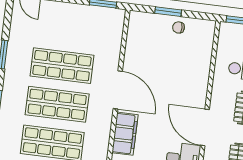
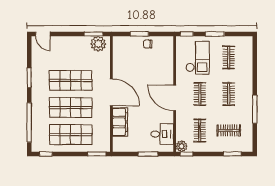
plant: (108, 18) -> (98, 44), added
door: (205, 127) -> (175, 98), moved

